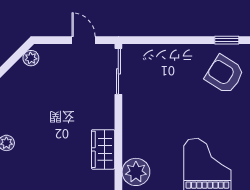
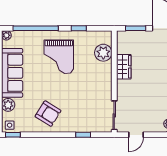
door: (83, 40) -> (136, 135), hinge flipped
window: (227, 40) -> (83, 135), moved

